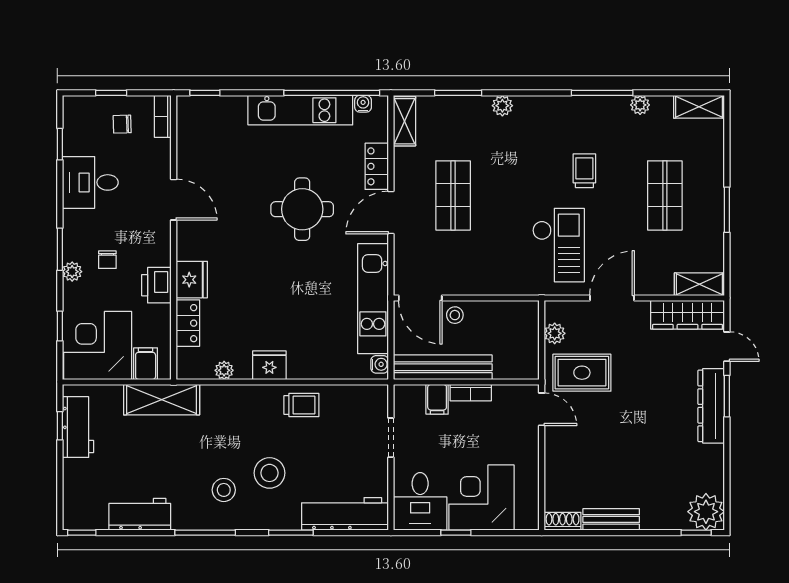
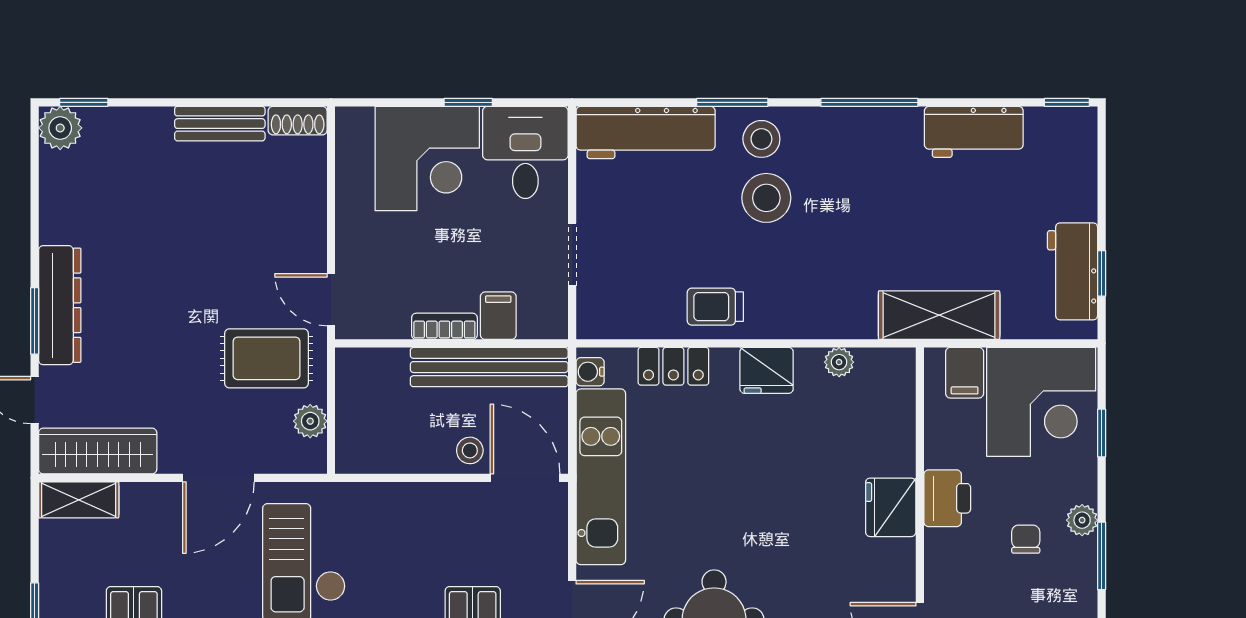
locker: (188, 323) -> (673, 366), moved, turned -90
stool: (224, 490) -> (761, 139), moved
plant: (706, 512) -> (60, 128), width x0.73, depth x0.73

